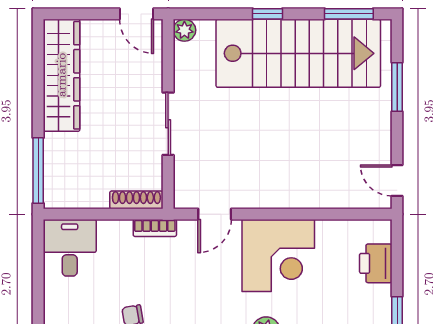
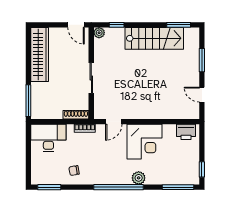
window: (268, 14) -> (117, 25), moved
stairs: (298, 53) -> (154, 38), width x0.73, depth x0.66
door: (397, 181) -> (202, 95), moved
desk: (70, 248) -> (48, 138), width x1.37
printer: (376, 263) -> (186, 132), moved, turned -90

